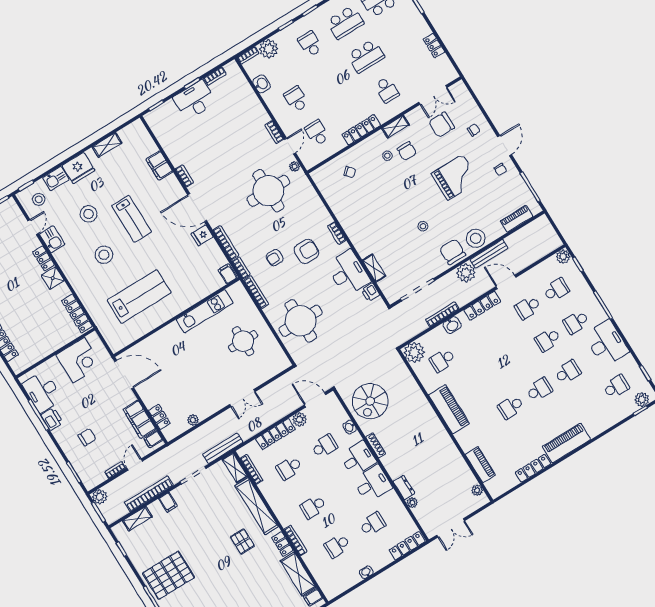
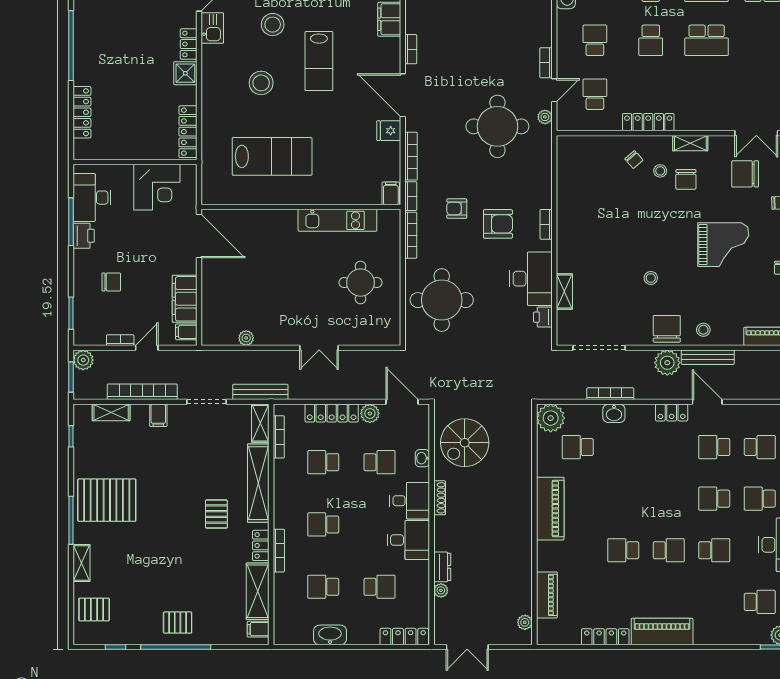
school desk: (387, 90) -> (651, 40), moved
chair: (350, 172) -> (634, 160), moved
stool: (476, 238) -> (703, 330), width x0.53, depth x0.53
locker: (482, 306) -> (672, 413), width x0.66
locker: (159, 417) -> (209, 310), removed
washbasin: (366, 572) -> (330, 635), width x1.91, depth x1.45

